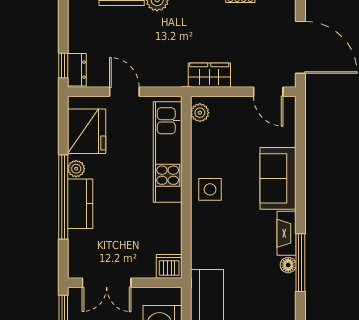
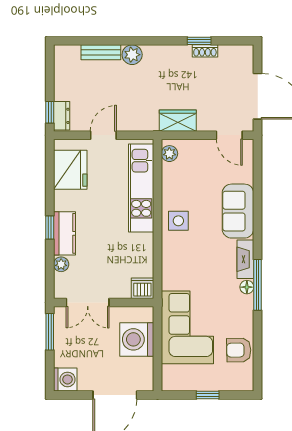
door: (124, 92) -> (103, 135), hinge flipped
plant: (76, 169) -> (61, 264), moved
window: (63, 197) -> (50, 227), width x0.32

